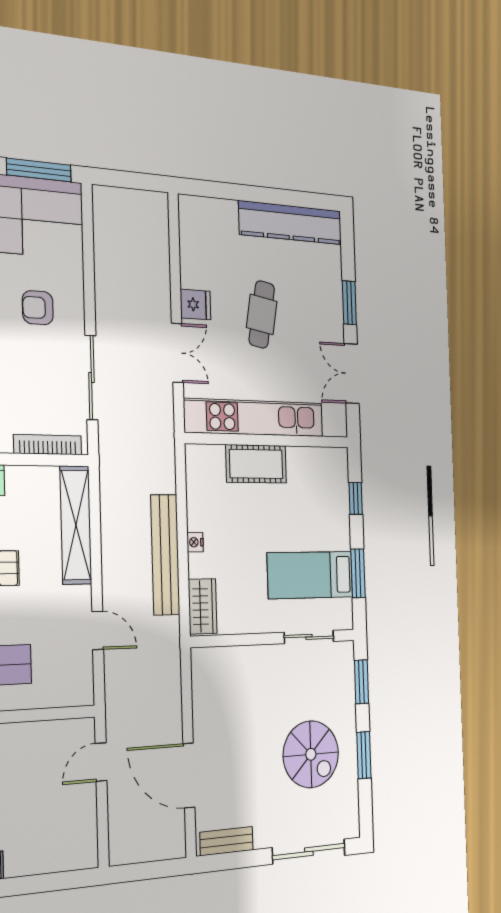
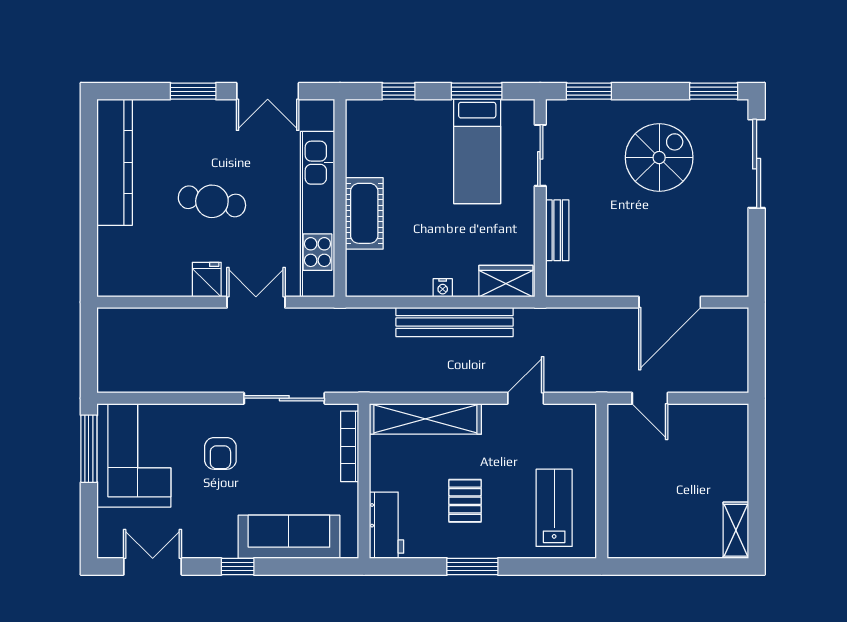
window: (364, 755) -> (714, 91), moved
bench: (227, 841) -> (557, 230), moved

